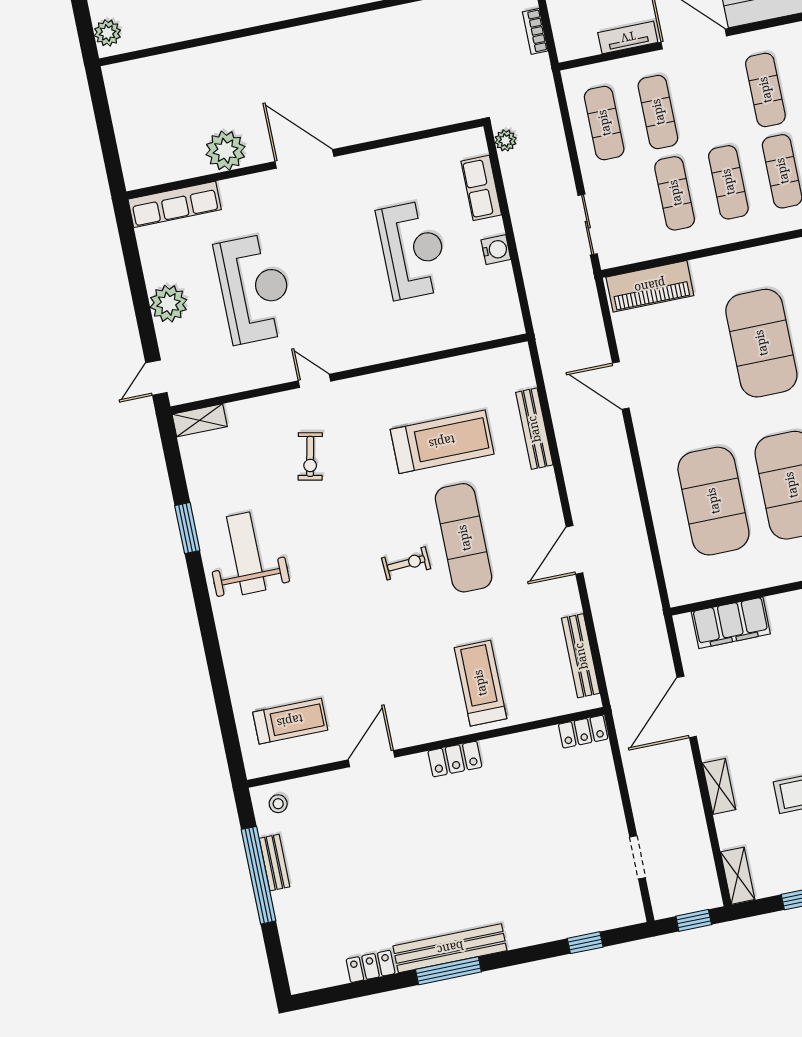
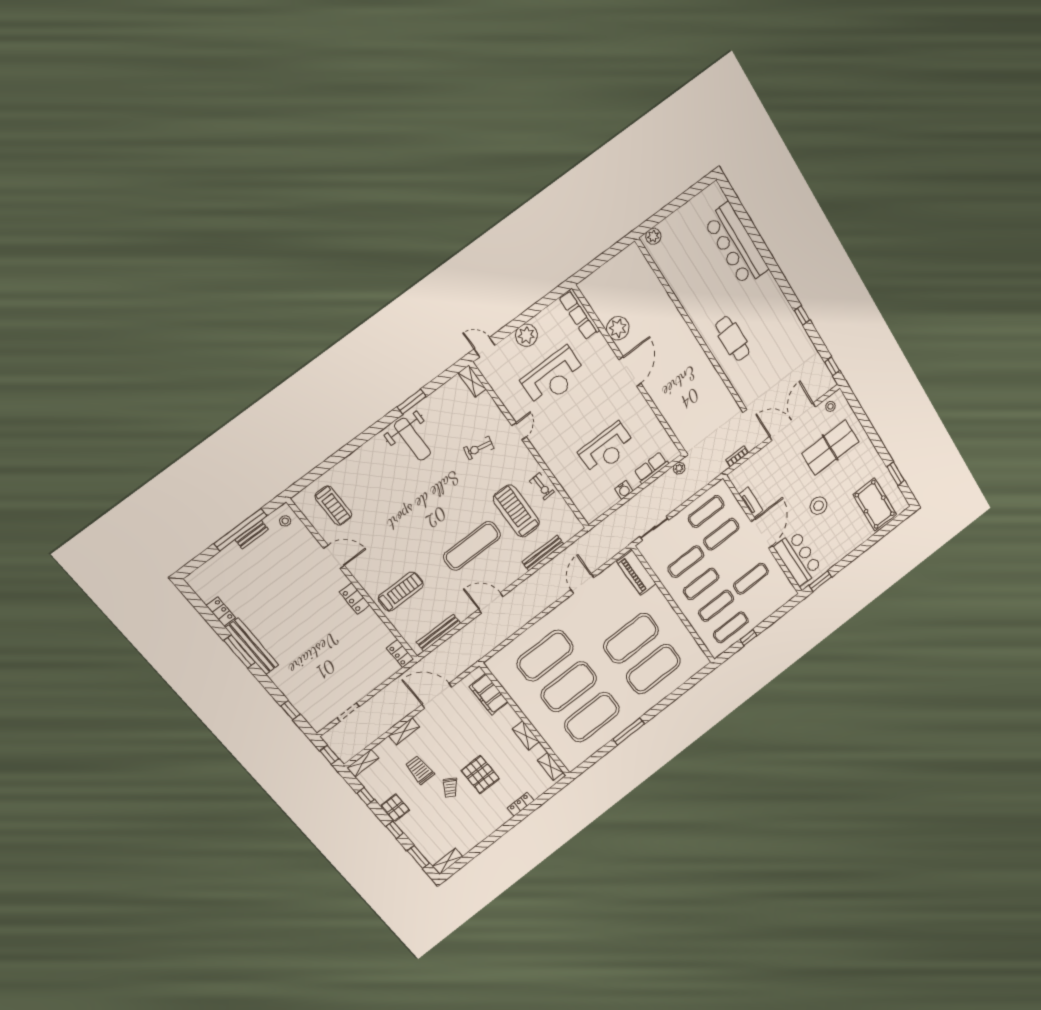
treadmill: (442, 442) -> (516, 511), turned 180
weight bench: (246, 553) -> (413, 439), turned 90
exercise bike: (406, 563) -> (542, 486), moved

